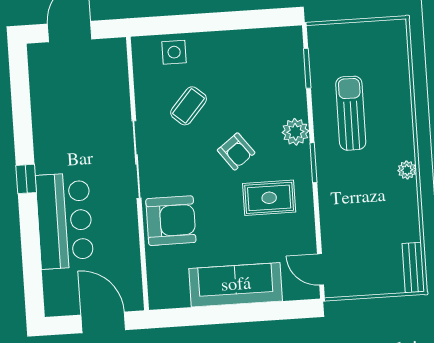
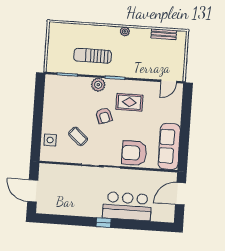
armchair: (236, 151) -> (104, 116), turned 107
rug: (269, 198) -> (129, 102), turned 90
armchair: (171, 221) -> (134, 153), turned -90
bench: (413, 268) -> (164, 34), moved
sofa: (236, 285) -> (169, 146), moved

